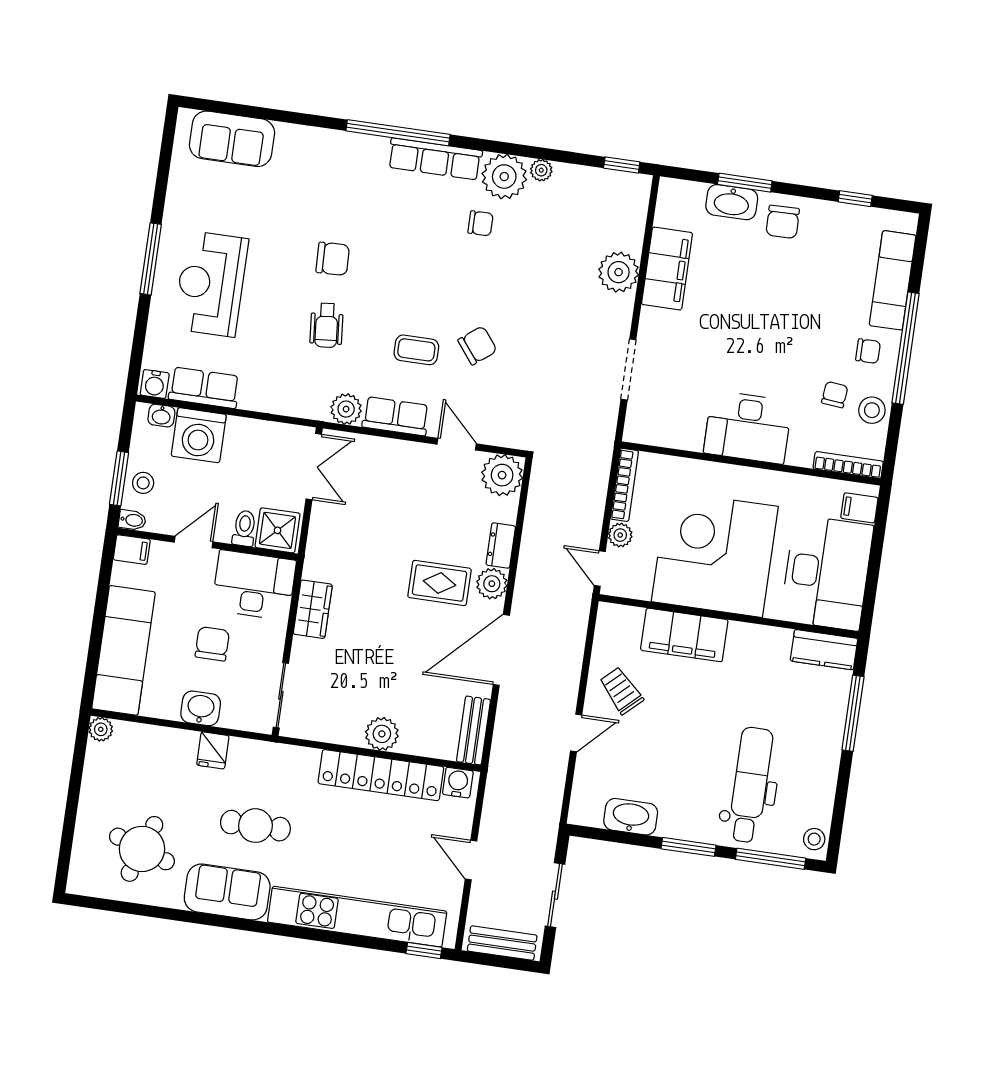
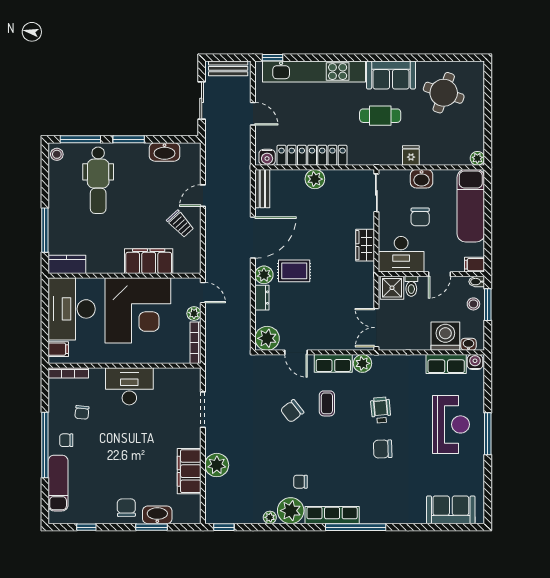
coffee table: (416, 350) -> (327, 403), turned 90
stool: (872, 410) -> (59, 406), removed

